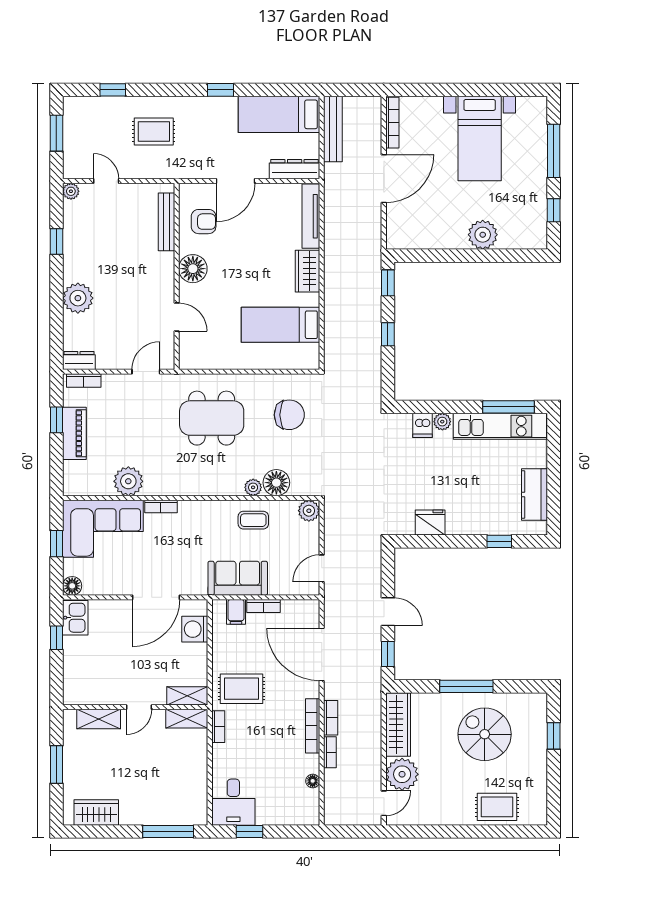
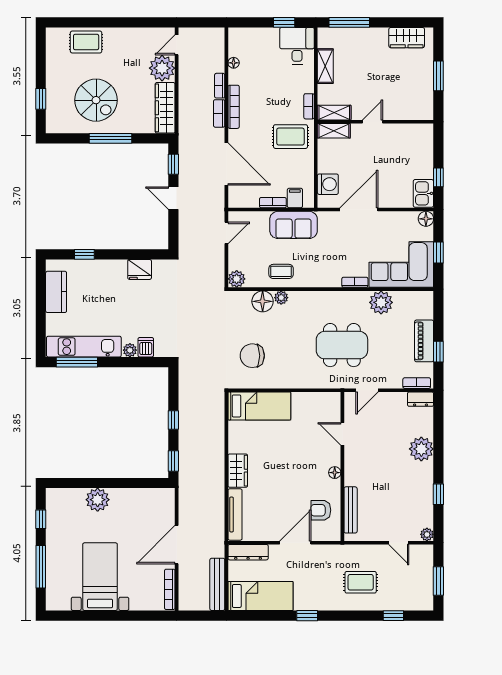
floor lamp: (193, 269) -> (335, 473), width x0.53, depth x0.53
bed: (280, 325) -> (259, 406), moved
dining table: (212, 418) -> (342, 345), moved
shelving: (99, 719) -> (325, 66), moved, turned 90

